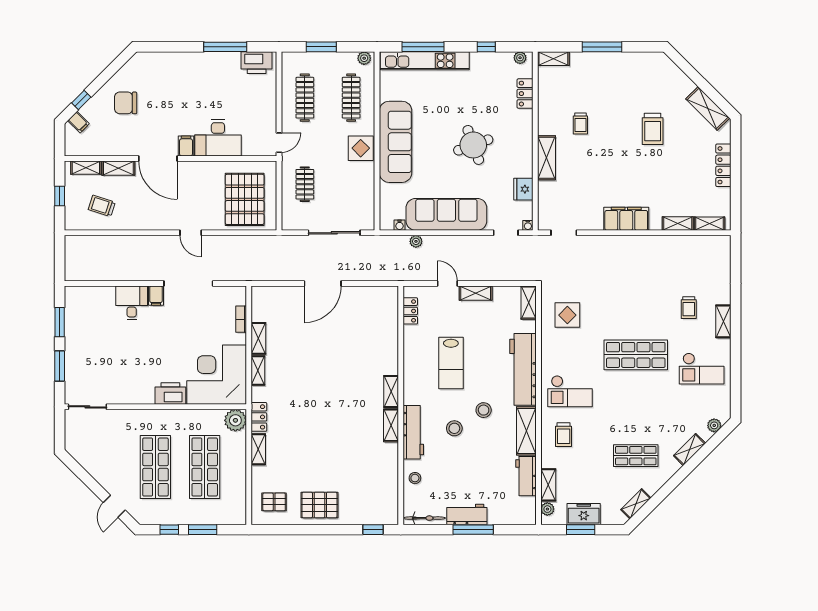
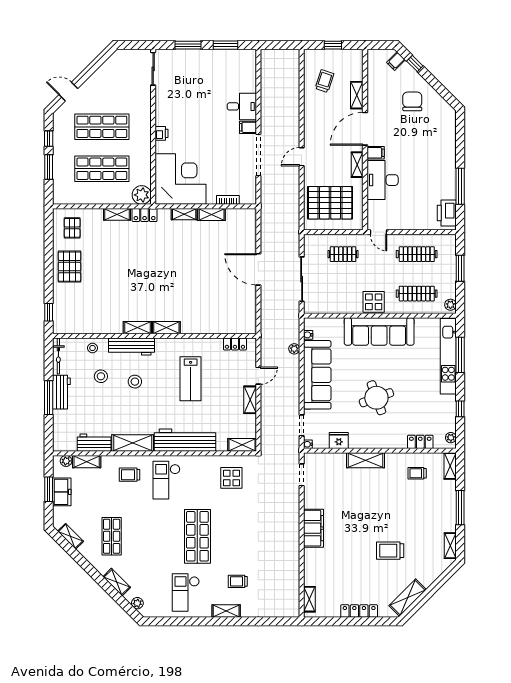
trolley: (580, 124) -> (417, 473), moved
shelving: (86, 168) -> (357, 165), moved
shelving: (678, 223) -> (450, 546), moved
lab bench: (451, 363) -> (191, 379), turned -90
printer: (170, 394) -> (162, 133), width x0.53, depth x0.68
stool: (484, 410) -> (101, 376), moved

